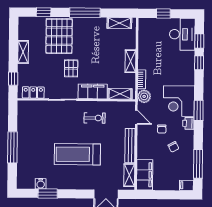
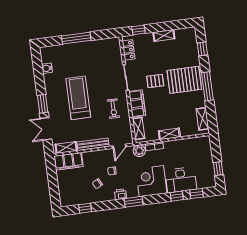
window: (163, 14) -> (218, 169), moved
desk: (182, 34) -> (181, 180), moved
pallet: (59, 36) -> (184, 80), moved
corner desk: (179, 101) -> (151, 181), moved
window: (198, 164) -> (85, 208), width x0.46
filing cabinet: (186, 185) -> (64, 200), removed
window: (48, 194) -> (43, 104), moved

